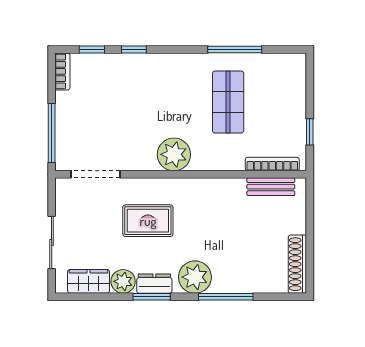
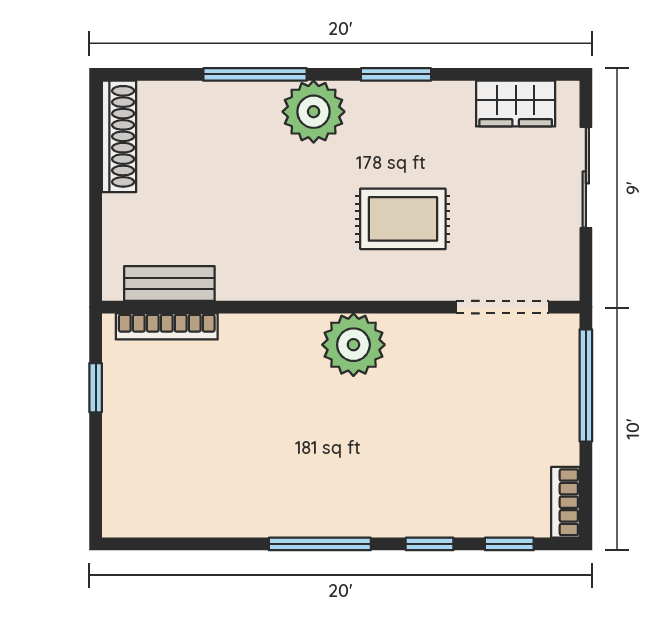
window: (235, 50) -> (320, 544), moved
shop shelf: (228, 102) -> (251, 444), removed
plant: (123, 281) -> (450, 103), removed
dresser: (154, 284) -> (391, 99), removed

